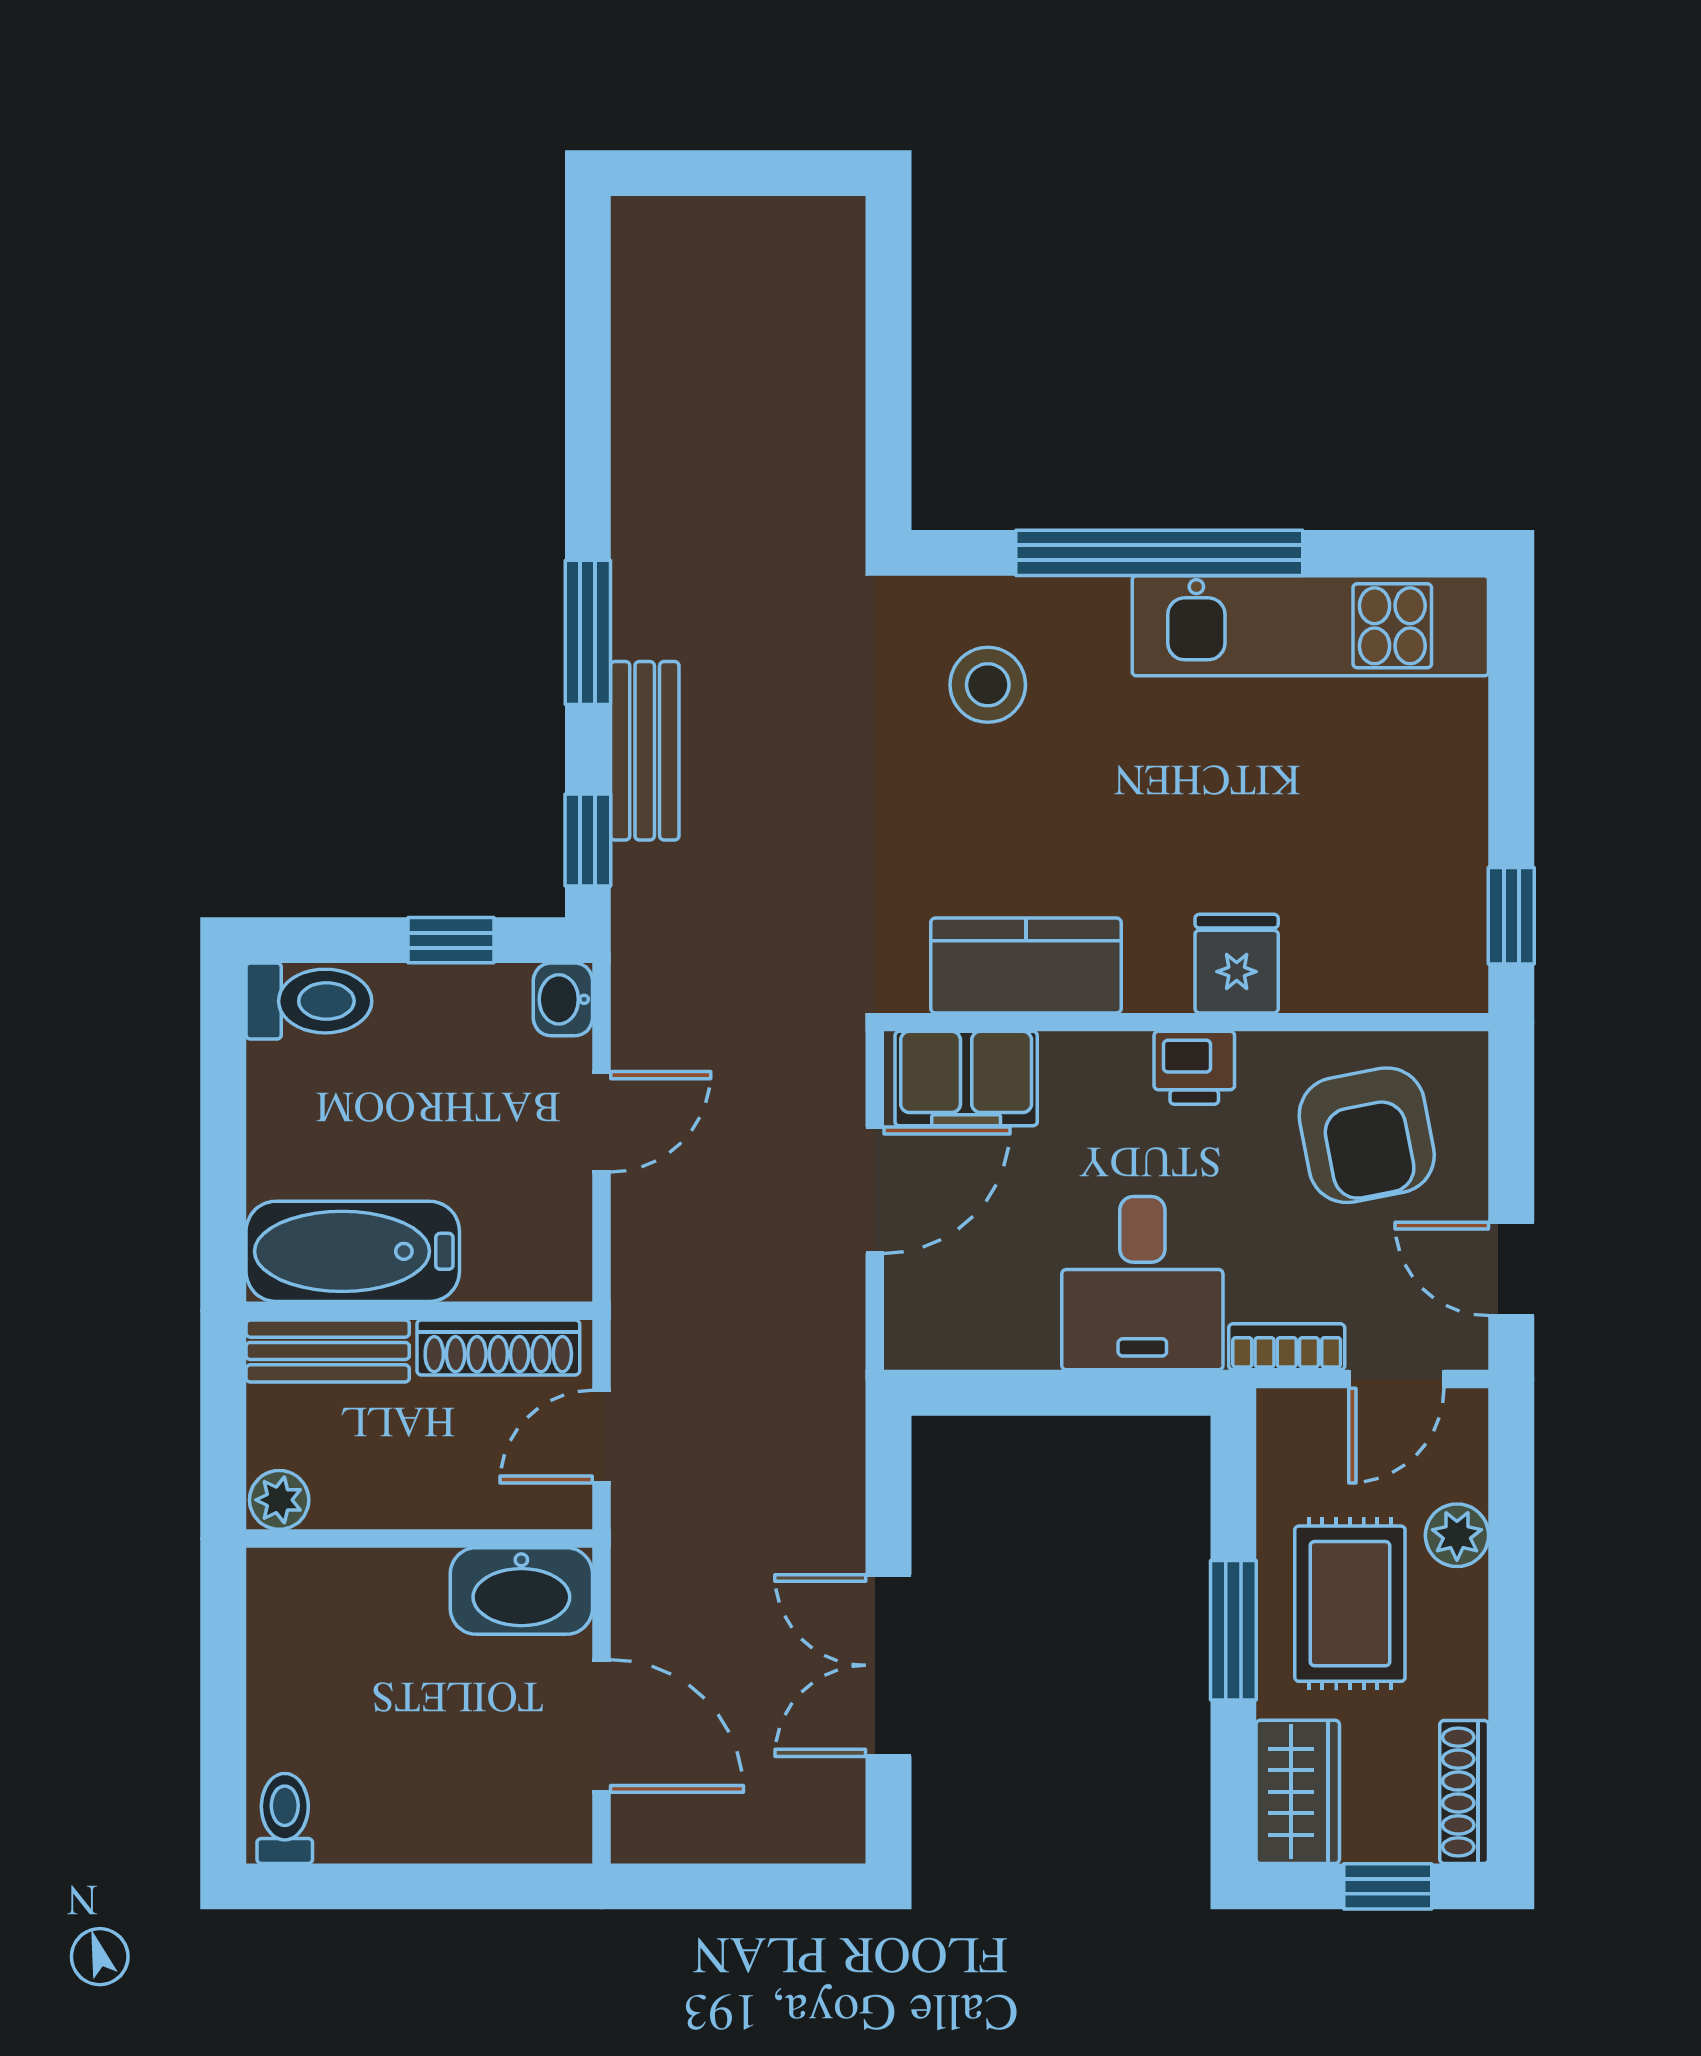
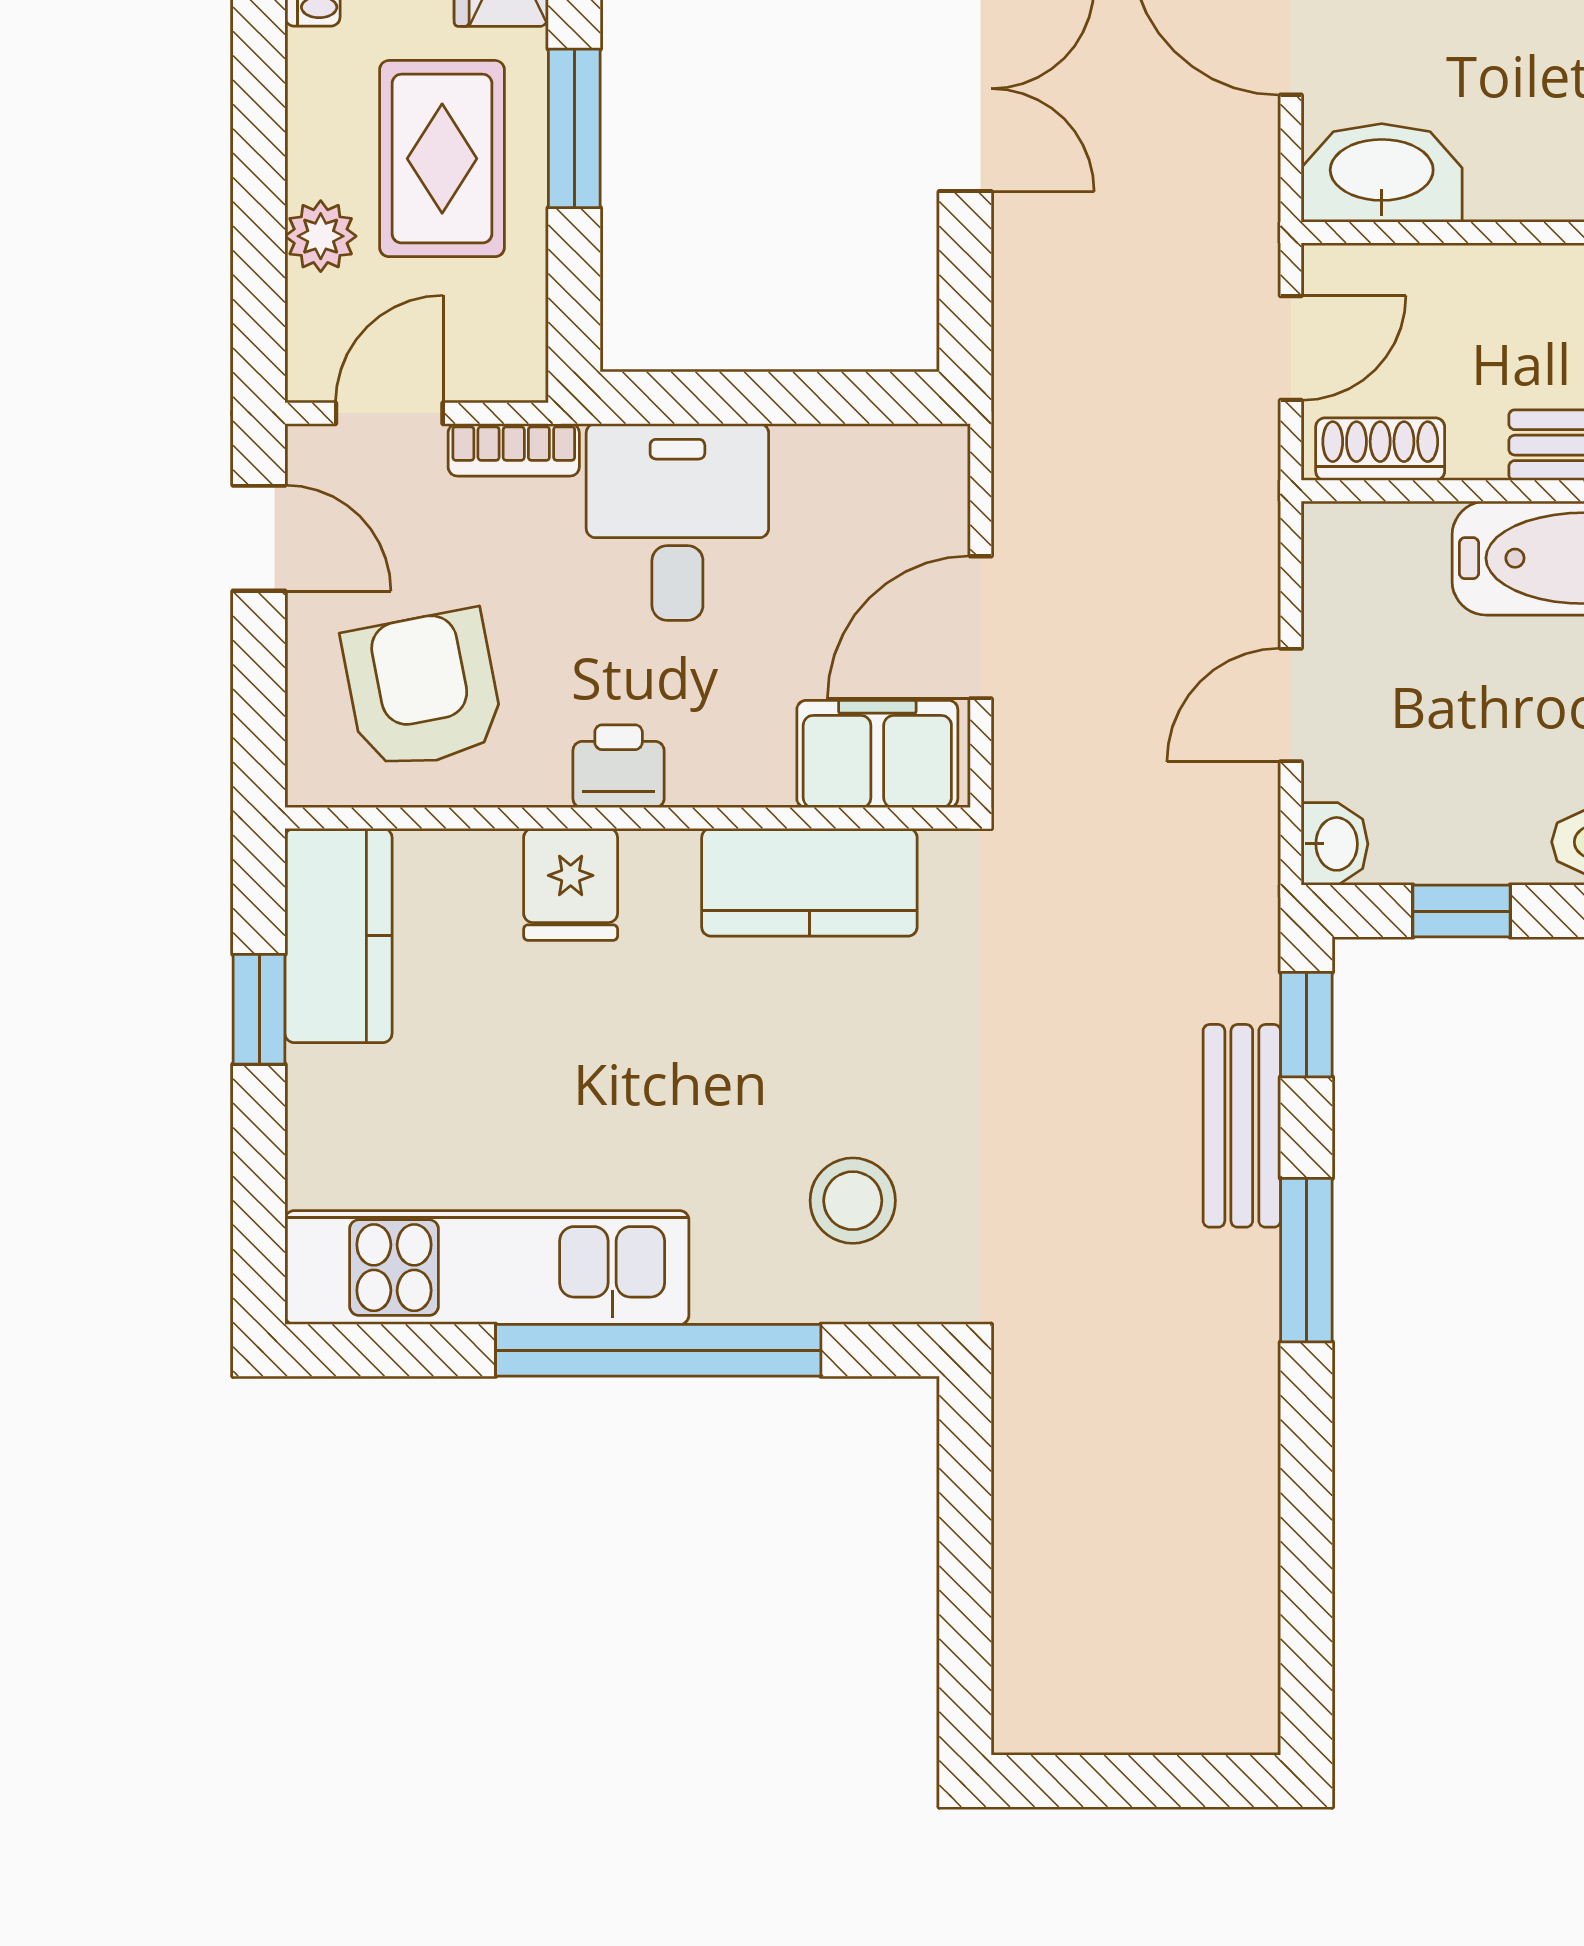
window: (1511, 916) -> (259, 1009), moved
kitchen counter: (1441, 919) -> (338, 936), added
shoe rack: (498, 1347) -> (1380, 449), width x0.70

